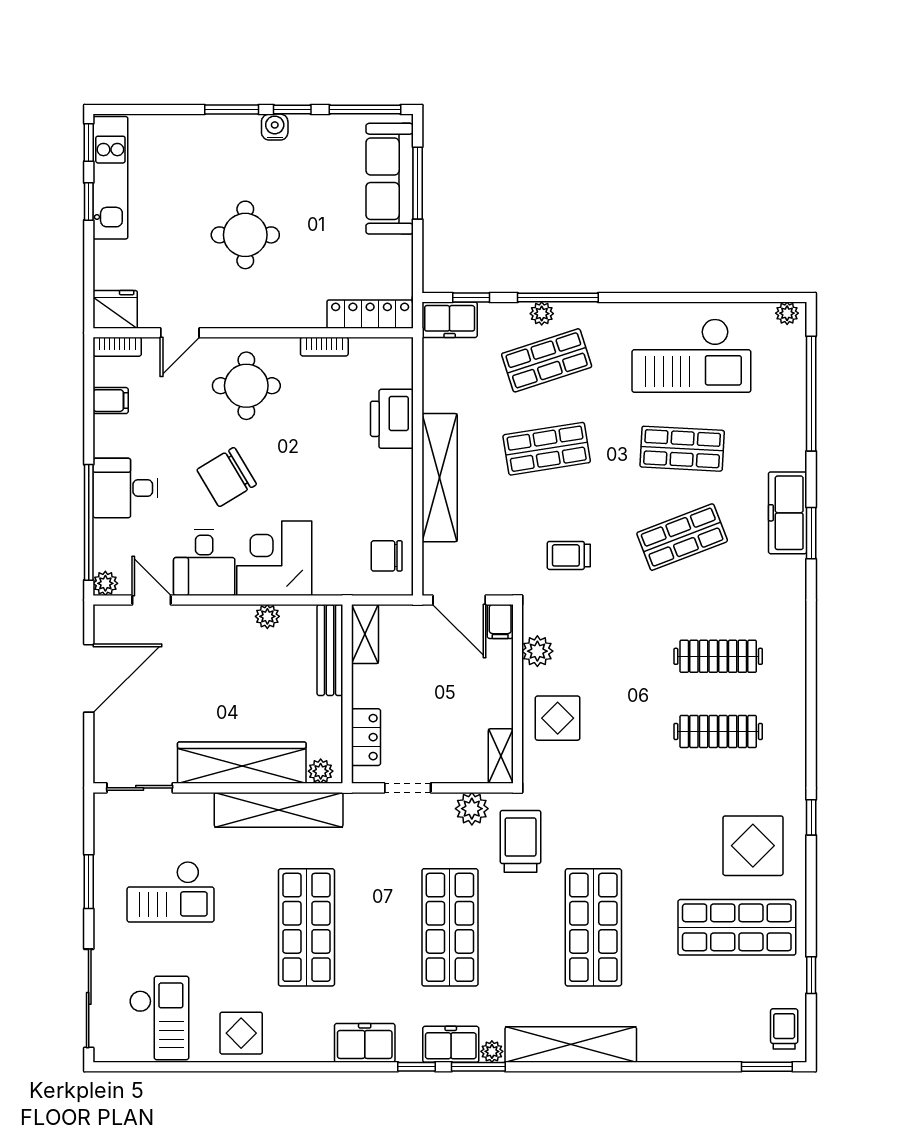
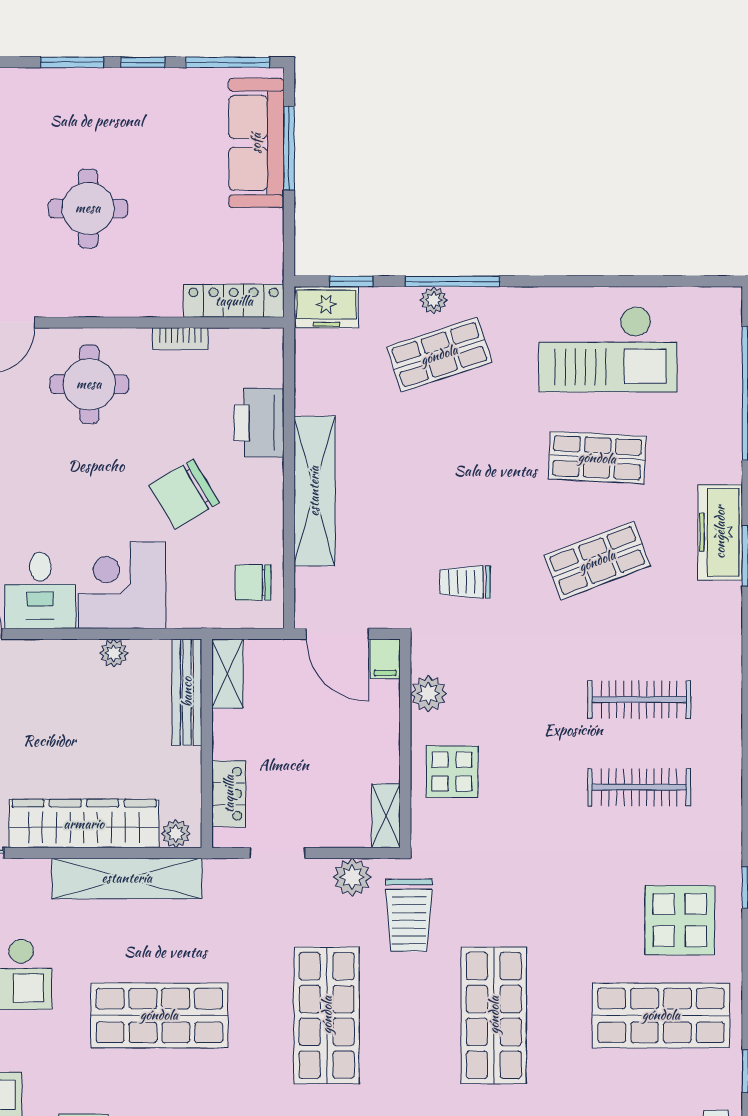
water cooler: (275, 127) -> (122, 83), removed
plant: (787, 313) -> (719, 300), removed
shop shelf: (547, 449) -> (439, 458), removed
chair: (227, 477) -> (184, 494), moved
trolley: (521, 841) -> (409, 915), turned 180
shop shelf: (306, 927) -> (159, 1015), turned 90

